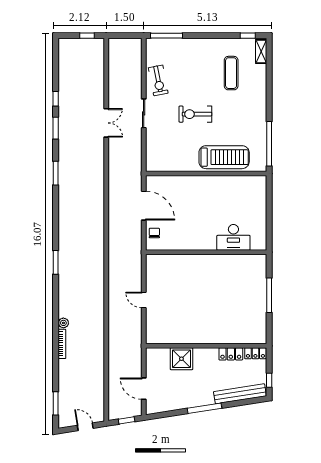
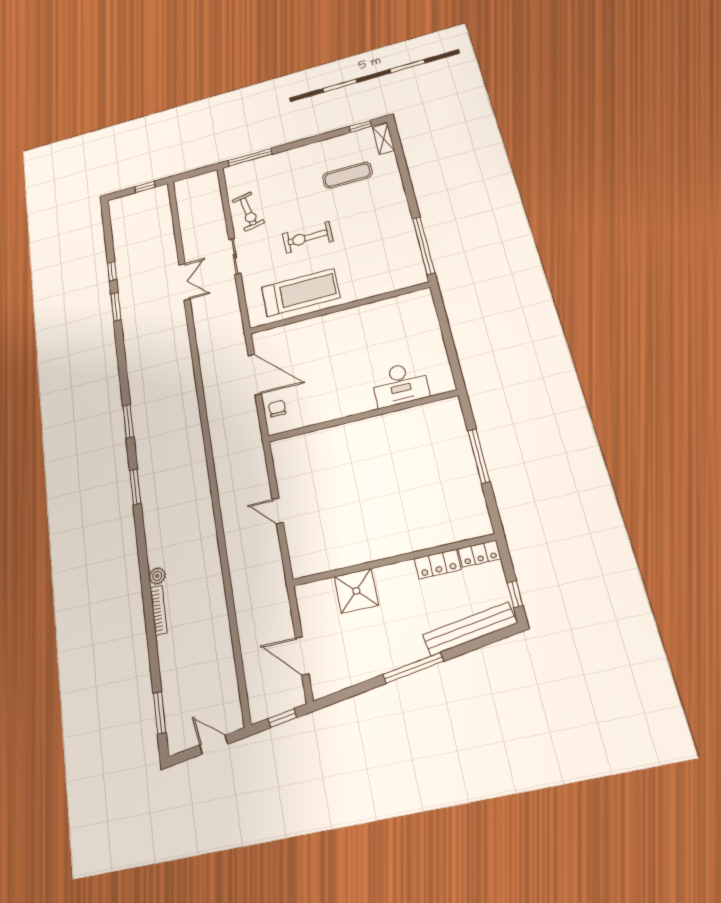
exercise mat: (231, 73) -> (347, 175), turned 90
treadmill: (224, 157) -> (301, 292), moved
window: (56, 173) -> (128, 421), moved

